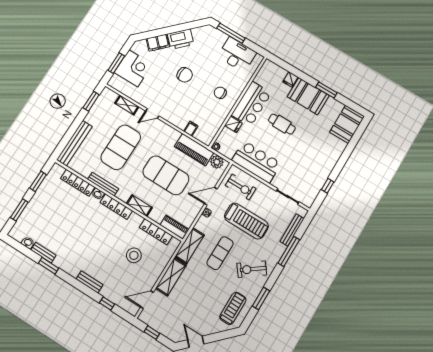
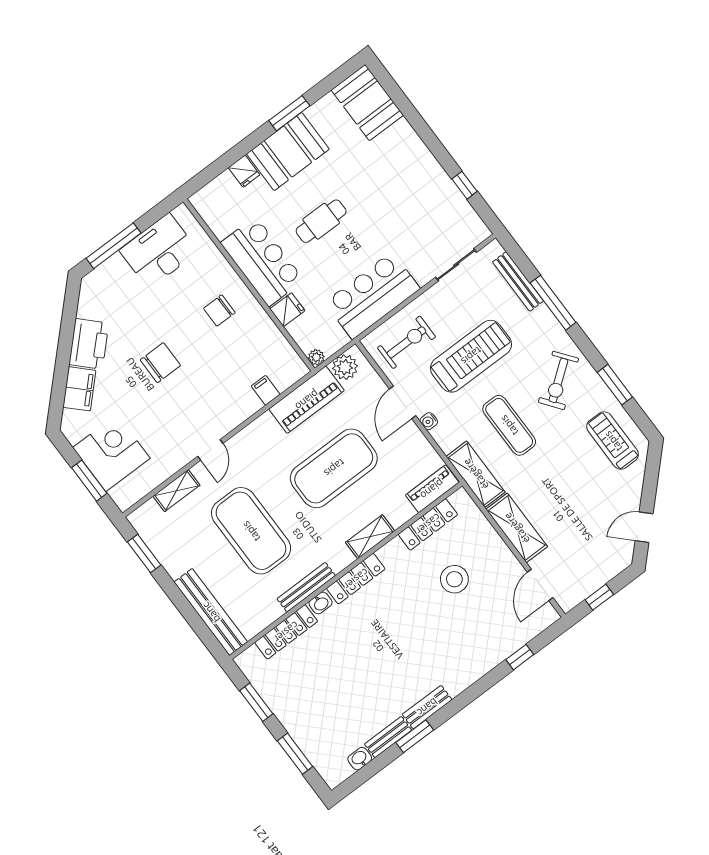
bench: (89, 282) -> (427, 707), moved

